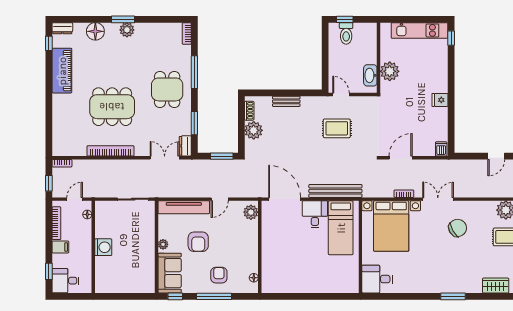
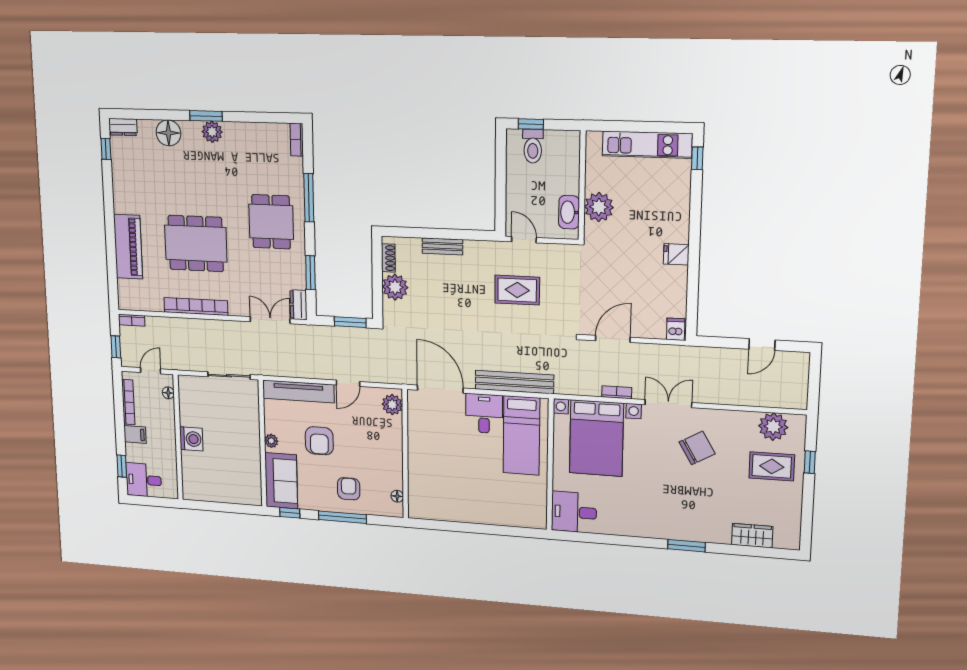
piano: (62, 71) -> (128, 247), moved

